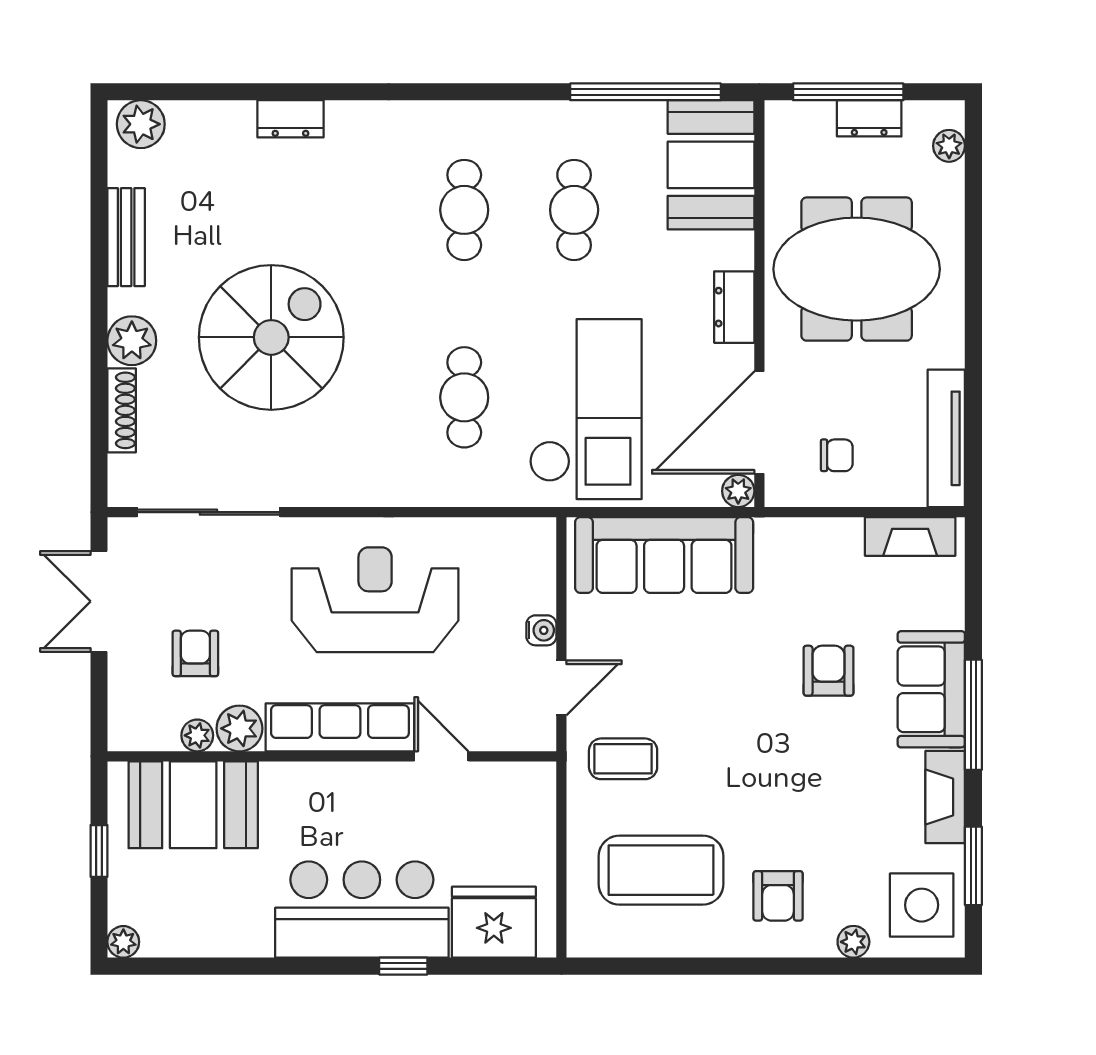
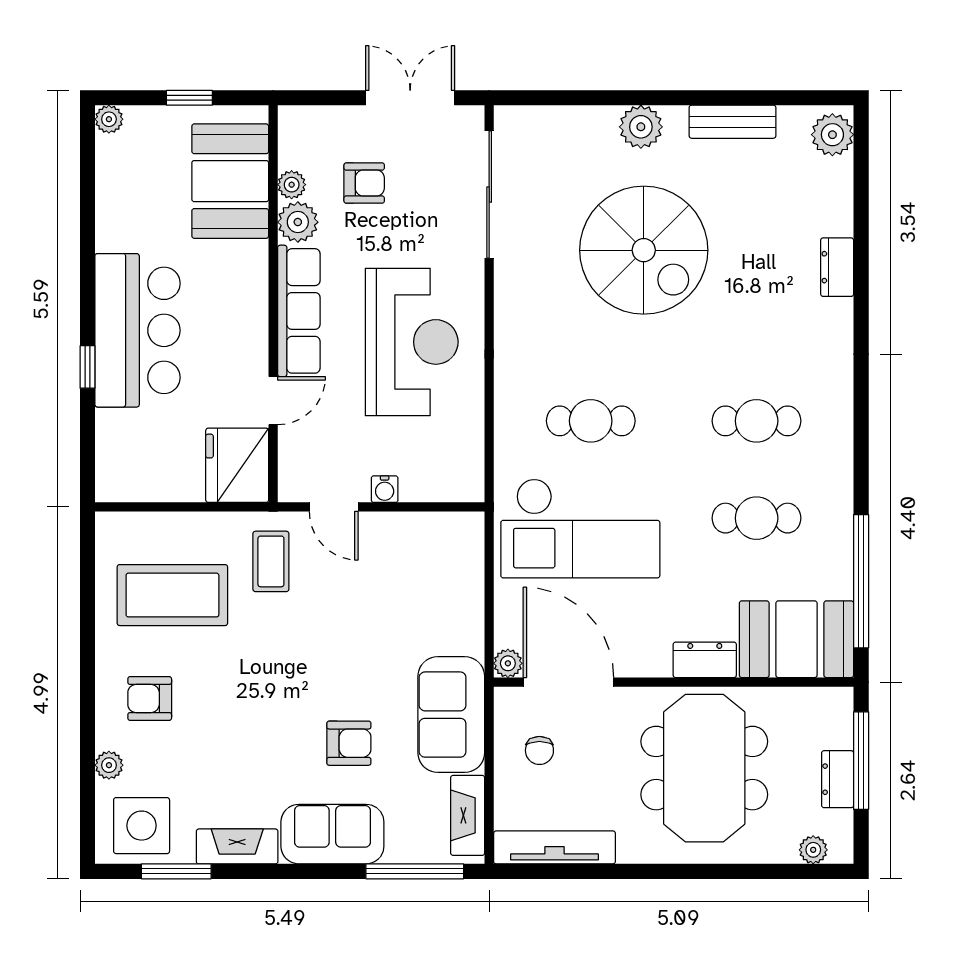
dresser: (734, 307) -> (705, 660), moved
shoe rack: (122, 410) -> (579, 118), removed
sofa: (664, 555) -> (451, 715), moved, width x0.73
window: (973, 715) -> (415, 871), moved
coffee table: (661, 870) -> (172, 595), turned 90
fridge: (494, 922) -> (237, 465), moved, turned 180

